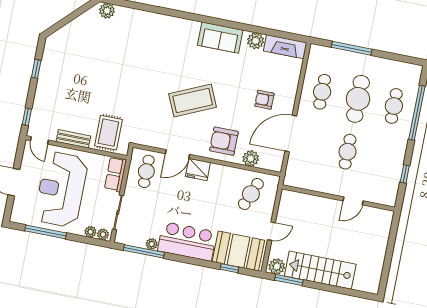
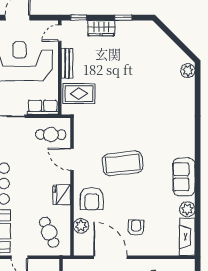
wardrobe: (43, 95) -> (101, 28), added
coffee table: (193, 101) -> (123, 163), turned -72
armchair: (224, 141) -> (92, 199), turned 180
fridge: (198, 169) -> (62, 195), moved
cafe table: (251, 194) -> (49, 232), turned 45

